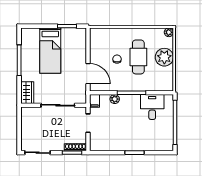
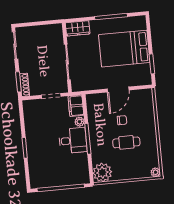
bed: (50, 51) -> (124, 49), width x1.50
cafe table: (138, 57) -> (126, 142), width x0.73, depth x0.74
plant: (164, 57) -> (102, 172), moved
door: (88, 74) -> (118, 89), moved
filing cabinet: (95, 101) -> (76, 106), width x2.00
desk: (152, 107) -> (73, 141), moved

